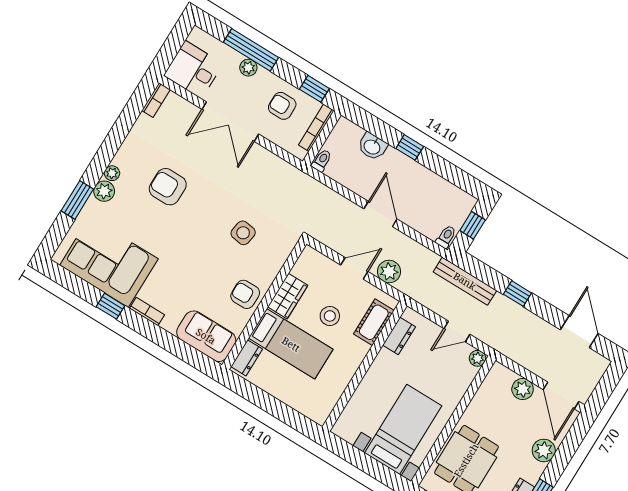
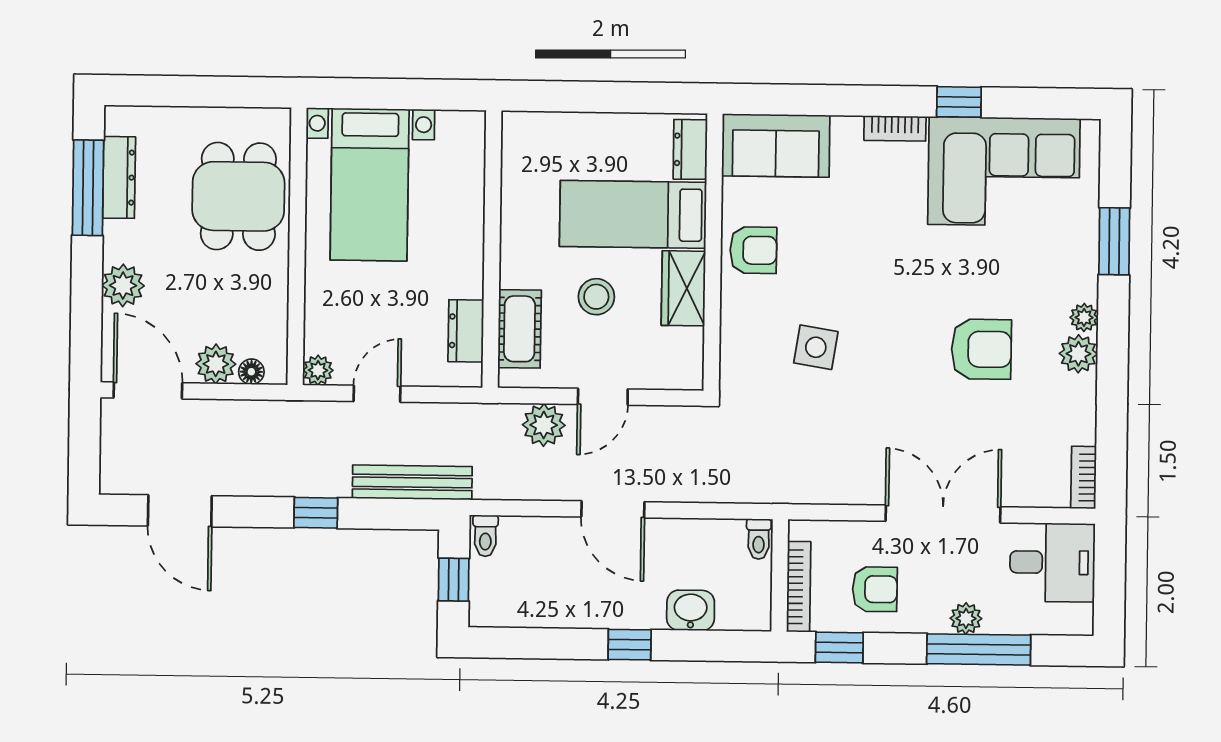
plant: (104, 191) -> (1078, 354), moved
floor lamp: (508, 376) -> (251, 372), added

